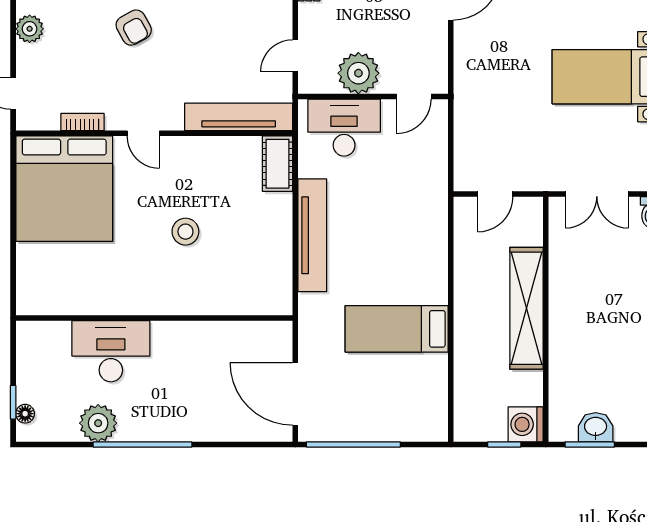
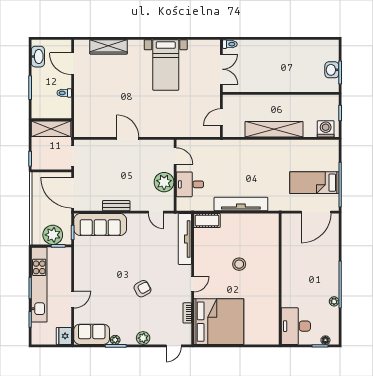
desk: (344, 128) -> (190, 184), width x0.73
door: (495, 194) -> (221, 117), swing flipped
shelving: (526, 308) -> (274, 129), moved
bed: (397, 329) -> (314, 183), moved, turned 90
desk: (111, 351) -> (296, 326), moved
plant: (98, 423) -> (334, 301), width x0.53, depth x0.53
washing machine: (526, 424) -> (326, 129), moved, turned 180

